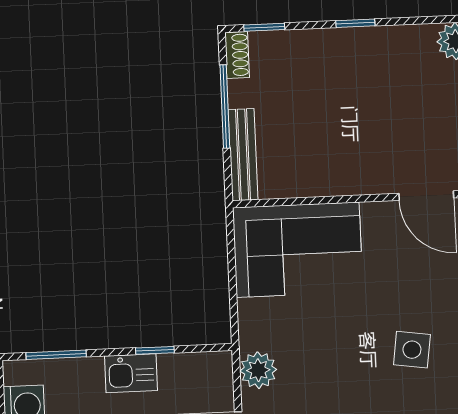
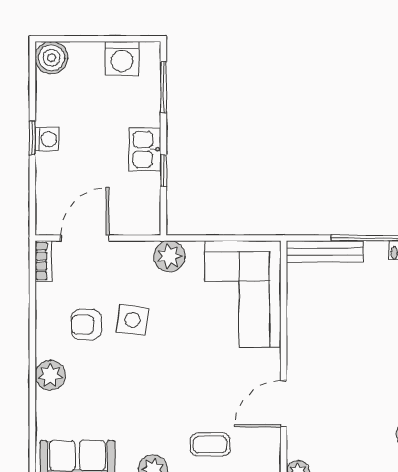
side table: (412, 350) -> (133, 320), moved
plant: (258, 370) -> (170, 256), moved

